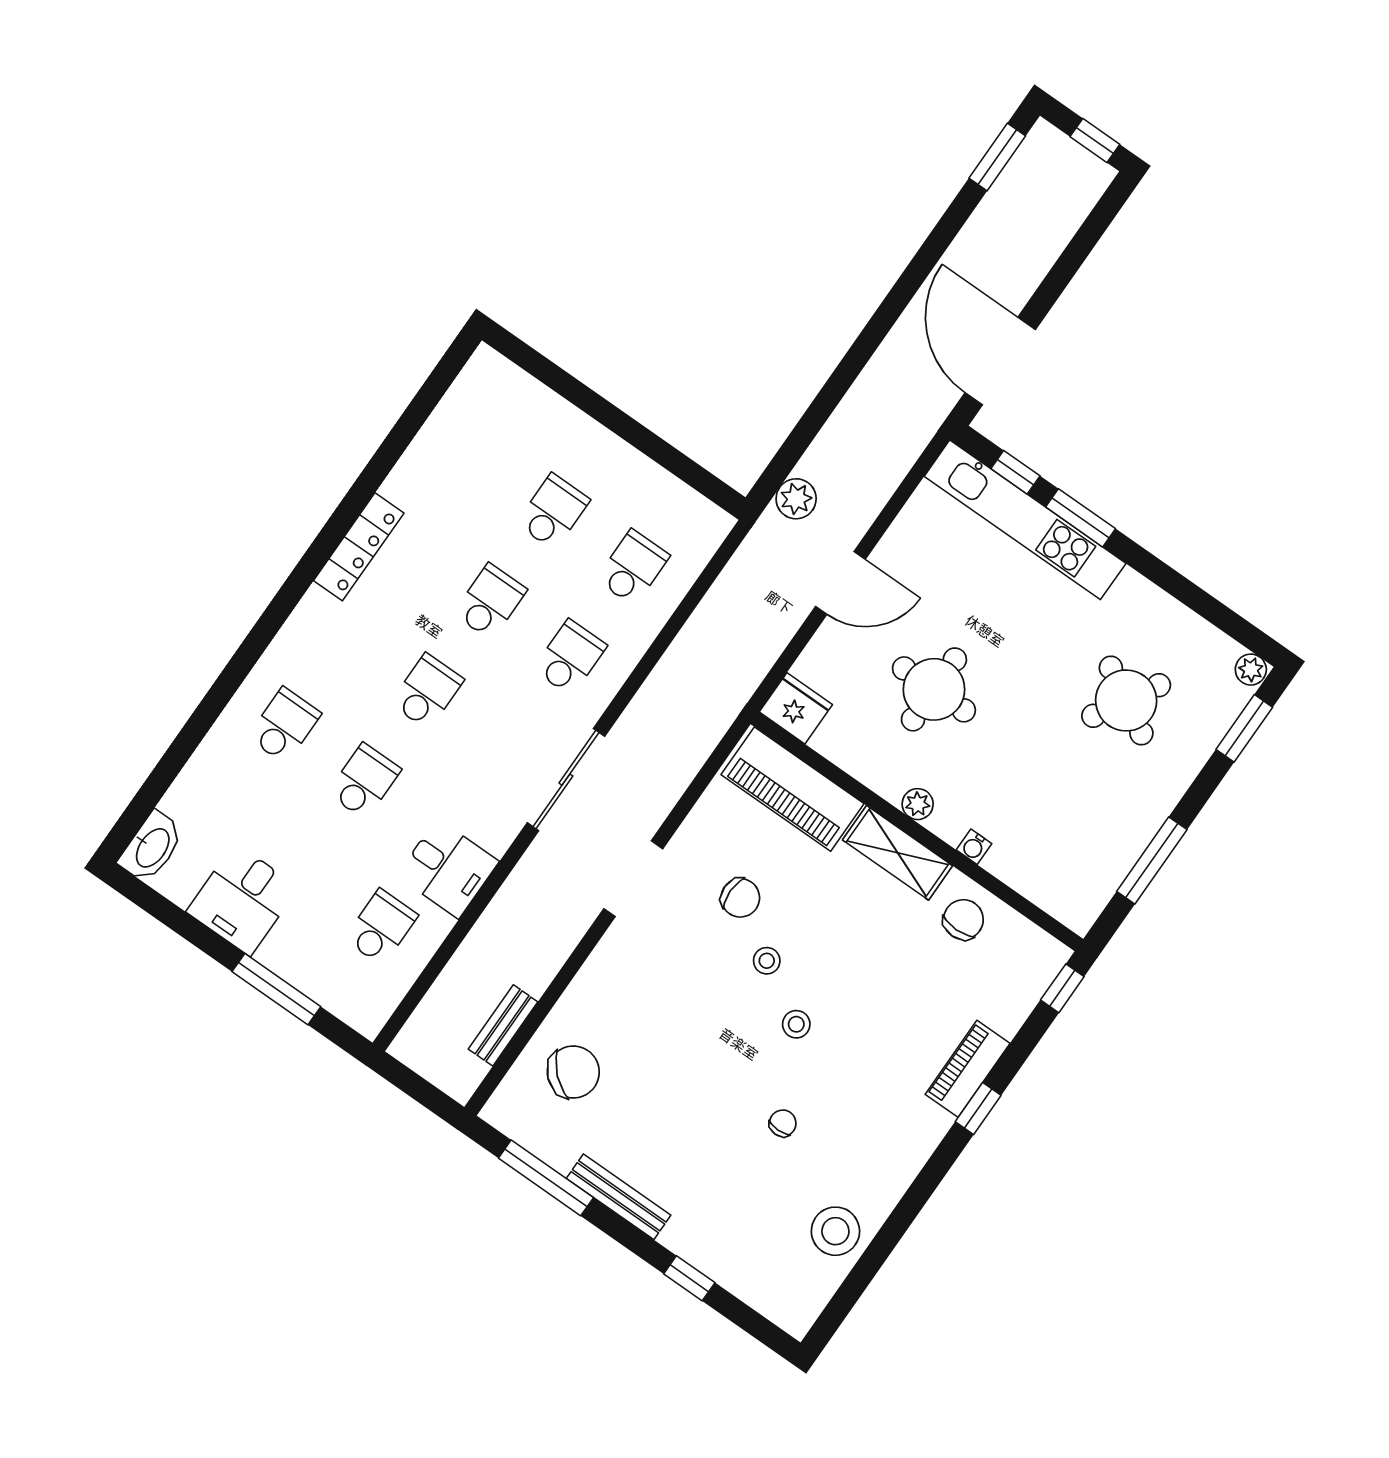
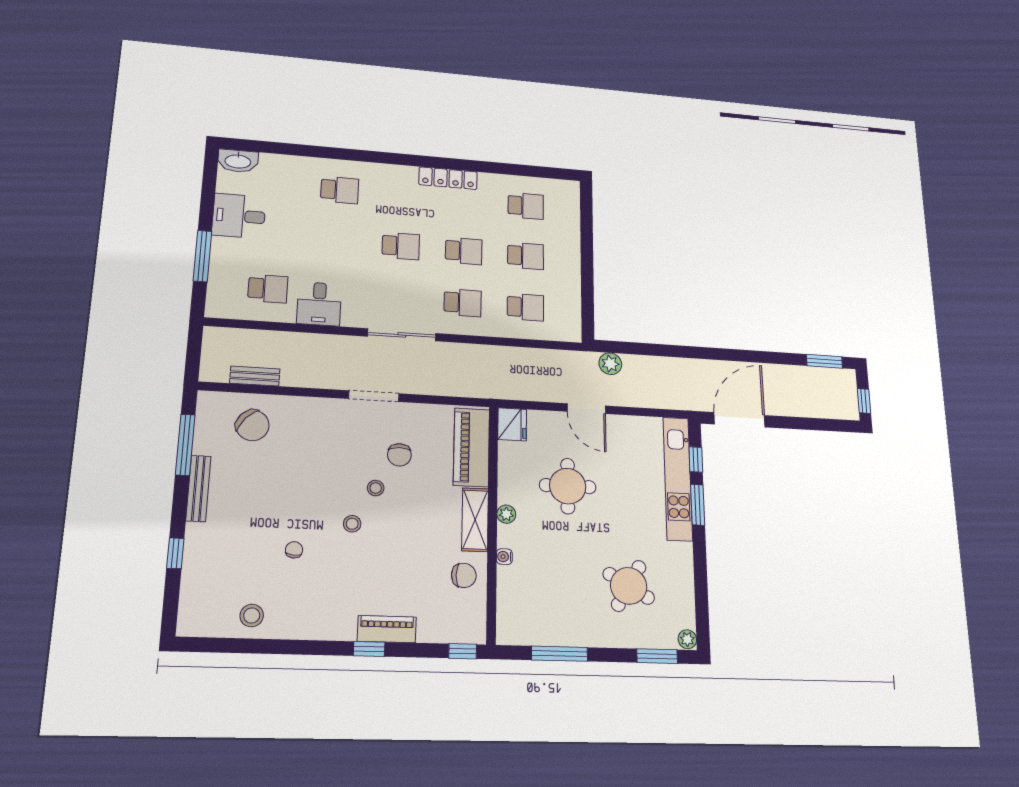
school desk: (364, 781) -> (526, 206), moved
chair: (783, 1123) -> (294, 550), turned -85
stool: (835, 1231) -> (252, 615), width x0.73, depth x0.73

